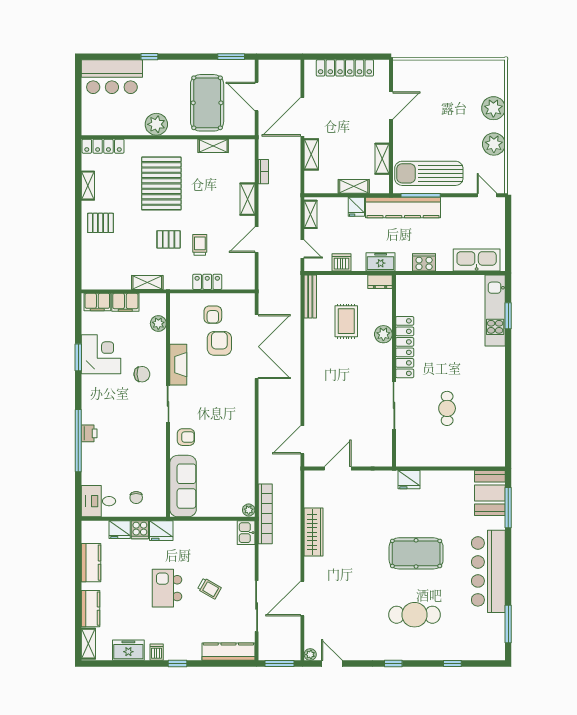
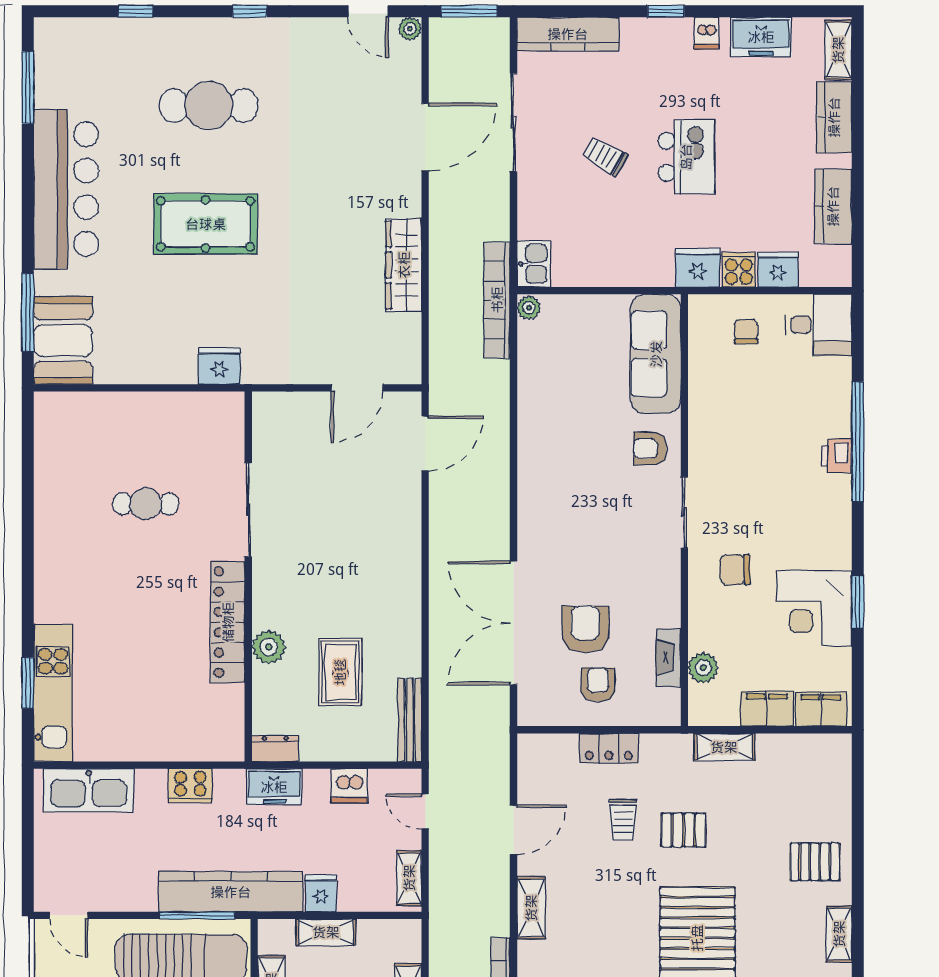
armchair: (219, 343) -> (585, 629), turned 180
fireplace: (178, 365) -> (669, 658), moved, width x0.73, depth x0.76
cafe table: (447, 408) -> (146, 504), turned 90

